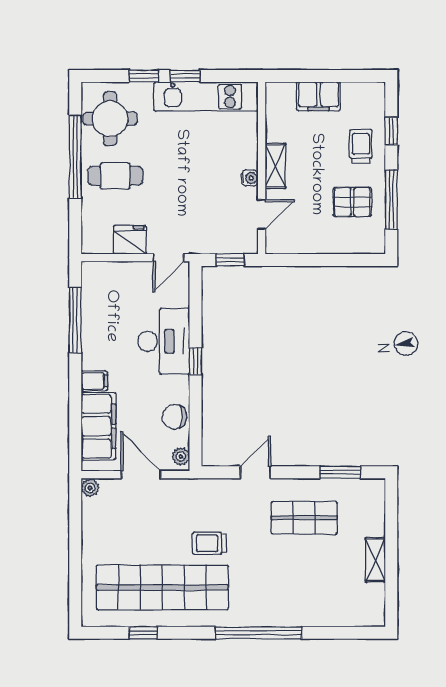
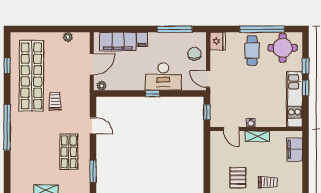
filing cabinet: (319, 96) -> (295, 149), moved
fridge: (130, 240) -> (218, 41), moved
chair: (174, 417) -> (195, 54), moved
plant: (90, 488) -> (68, 37), moved

